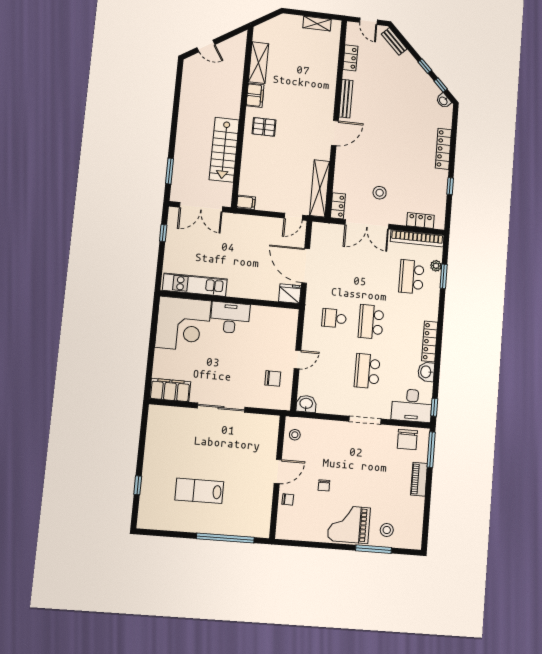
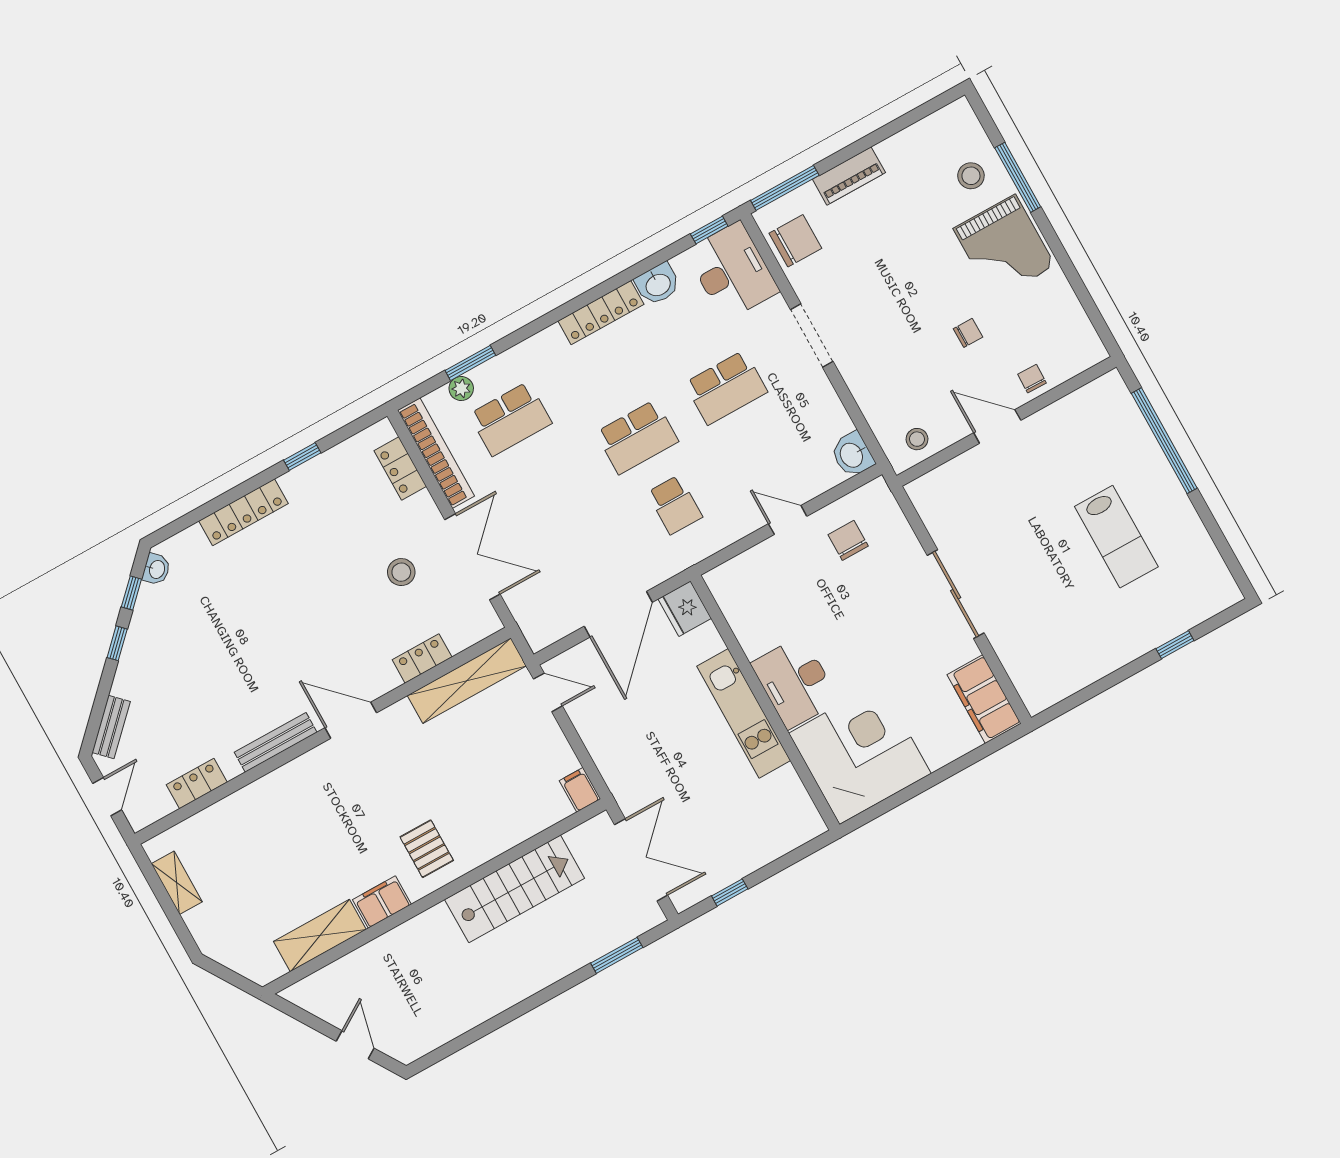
locker: (338, 206) -> (422, 658), moved
kitchen unit: (195, 285) -> (744, 713), moved

